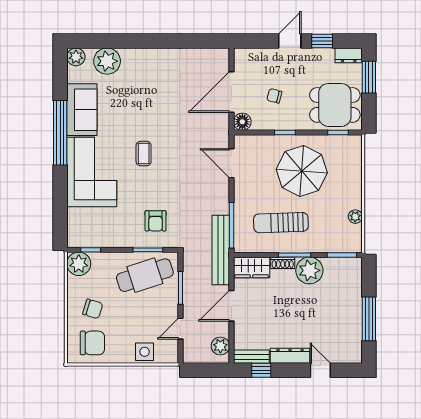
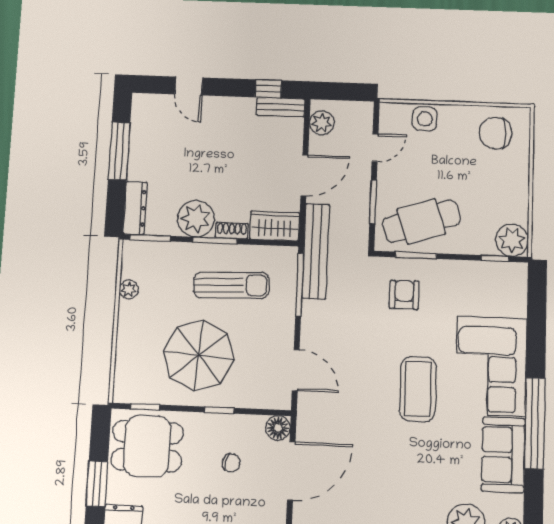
coffee table: (144, 154) -> (418, 389), width x1.86, depth x1.72
chair: (93, 309) -> (494, 179), removed
dresser: (290, 356) -> (135, 208), moved, turned -90

